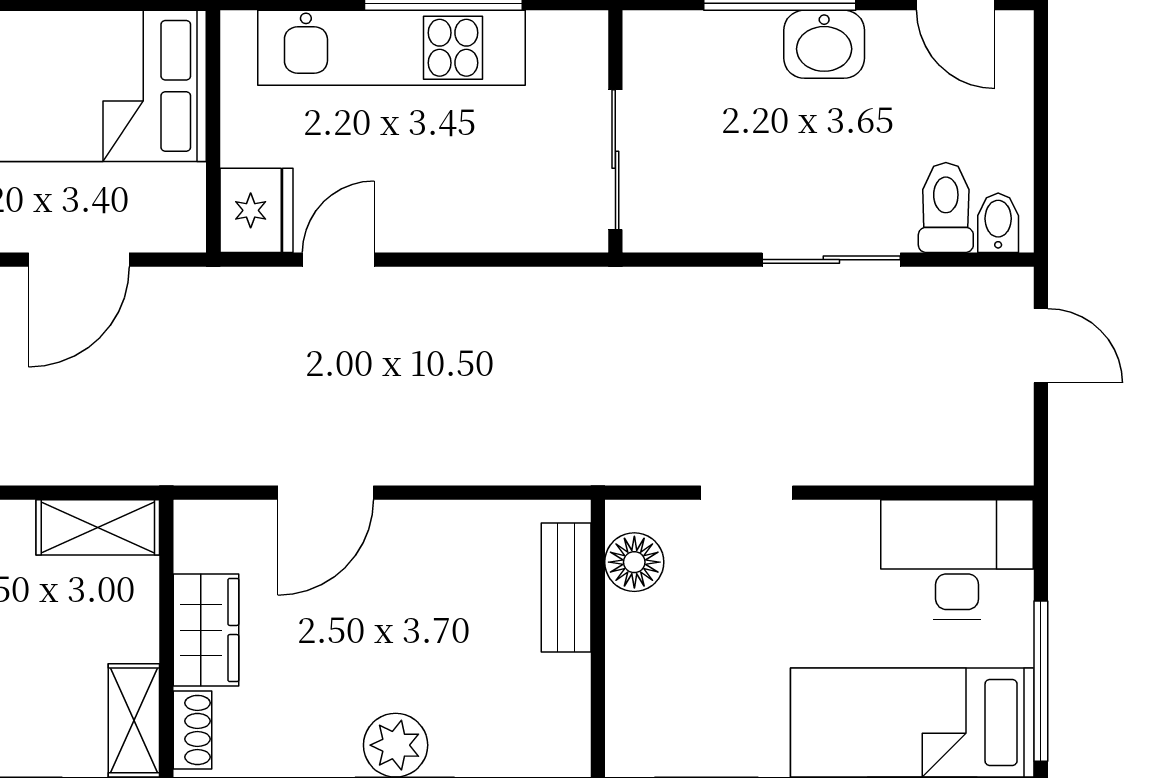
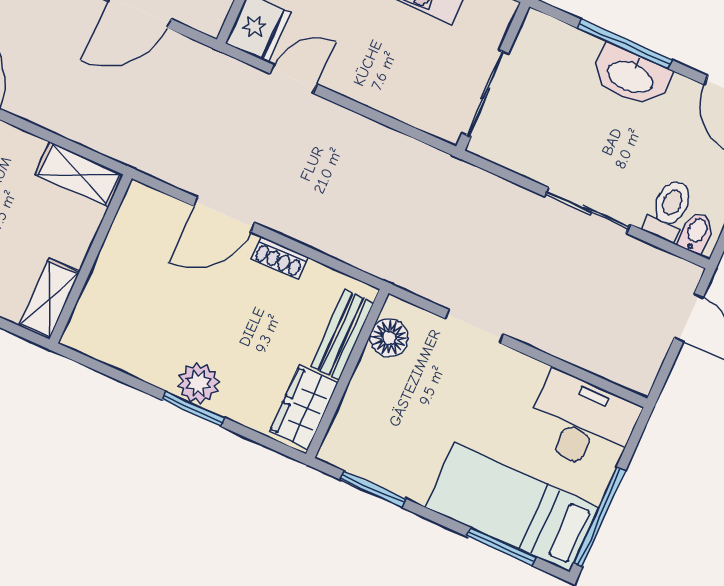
washbasin: (824, 44) -> (631, 76), width x1.38
wardrobe: (206, 630) -> (304, 407), moved, turned 180
shoe rack: (193, 730) -> (279, 258), moved, turned 90

